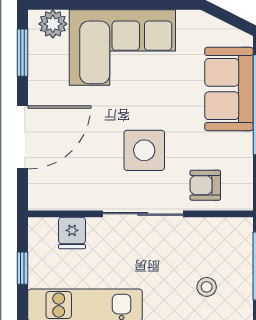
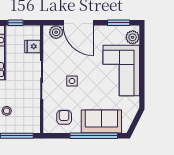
side table: (144, 150) -> (72, 81), width x0.54, depth x0.54
plant: (42, 183) -> (56, 32), added
armchair: (205, 185) -> (64, 117), moved

